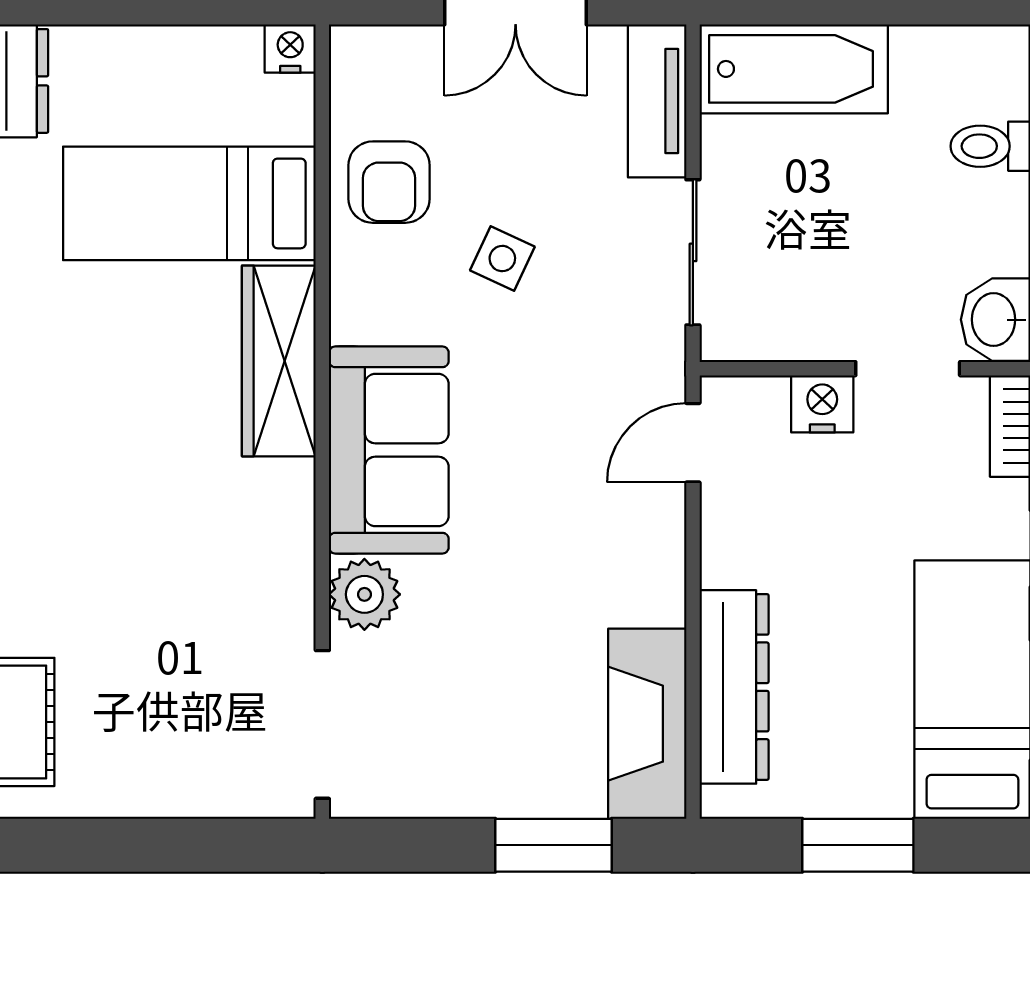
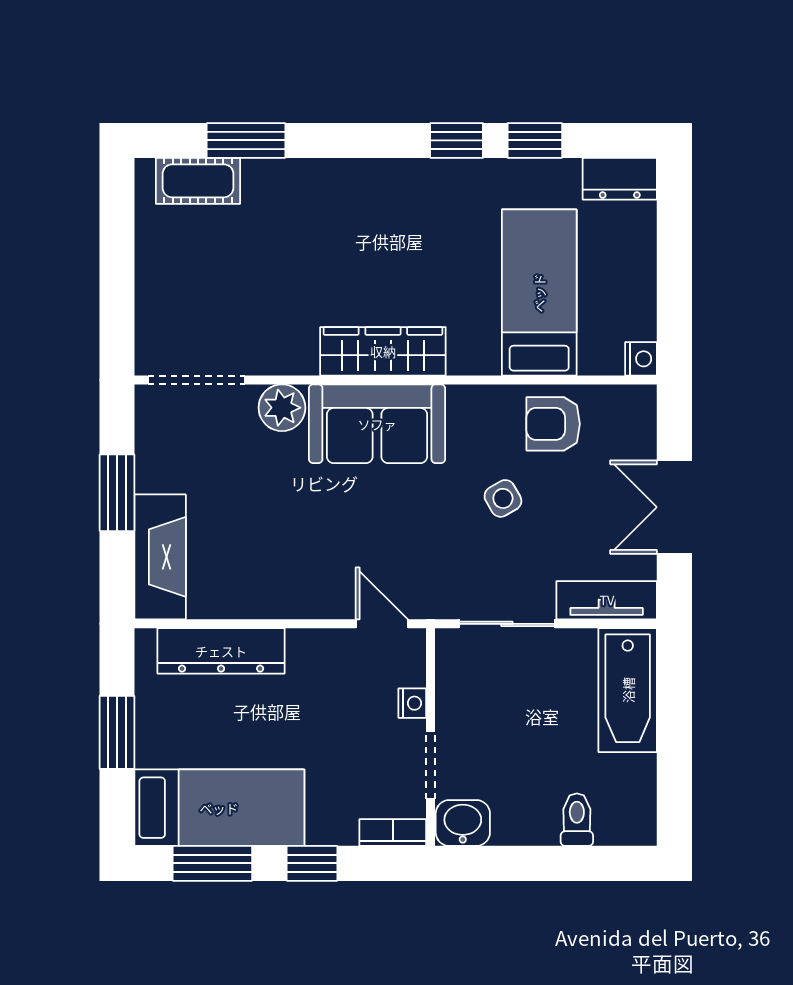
side table: (502, 259) -> (503, 498), turned 35
wardrobe: (279, 361) -> (383, 351), moved
nightstand: (822, 404) -> (412, 703), width x0.72, depth x0.74
fireplace: (647, 724) -> (160, 557), moved, turned 90
window: (553, 845) -> (117, 493), moved

